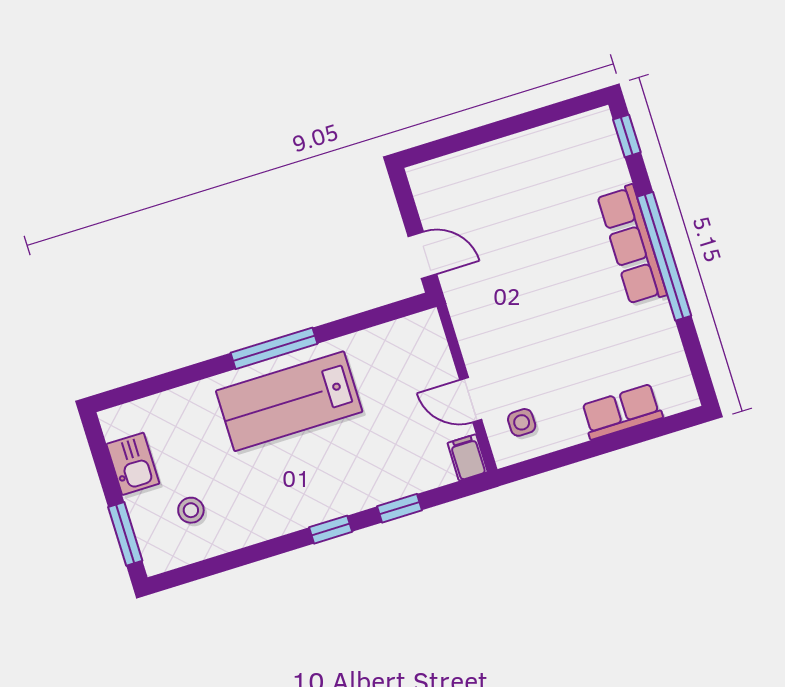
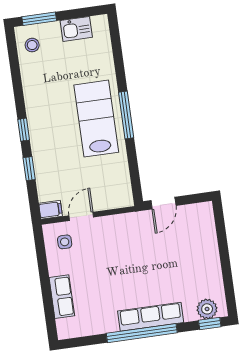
plant: (601, 145) -> (207, 309), added
stool: (191, 510) -> (32, 45), moved

